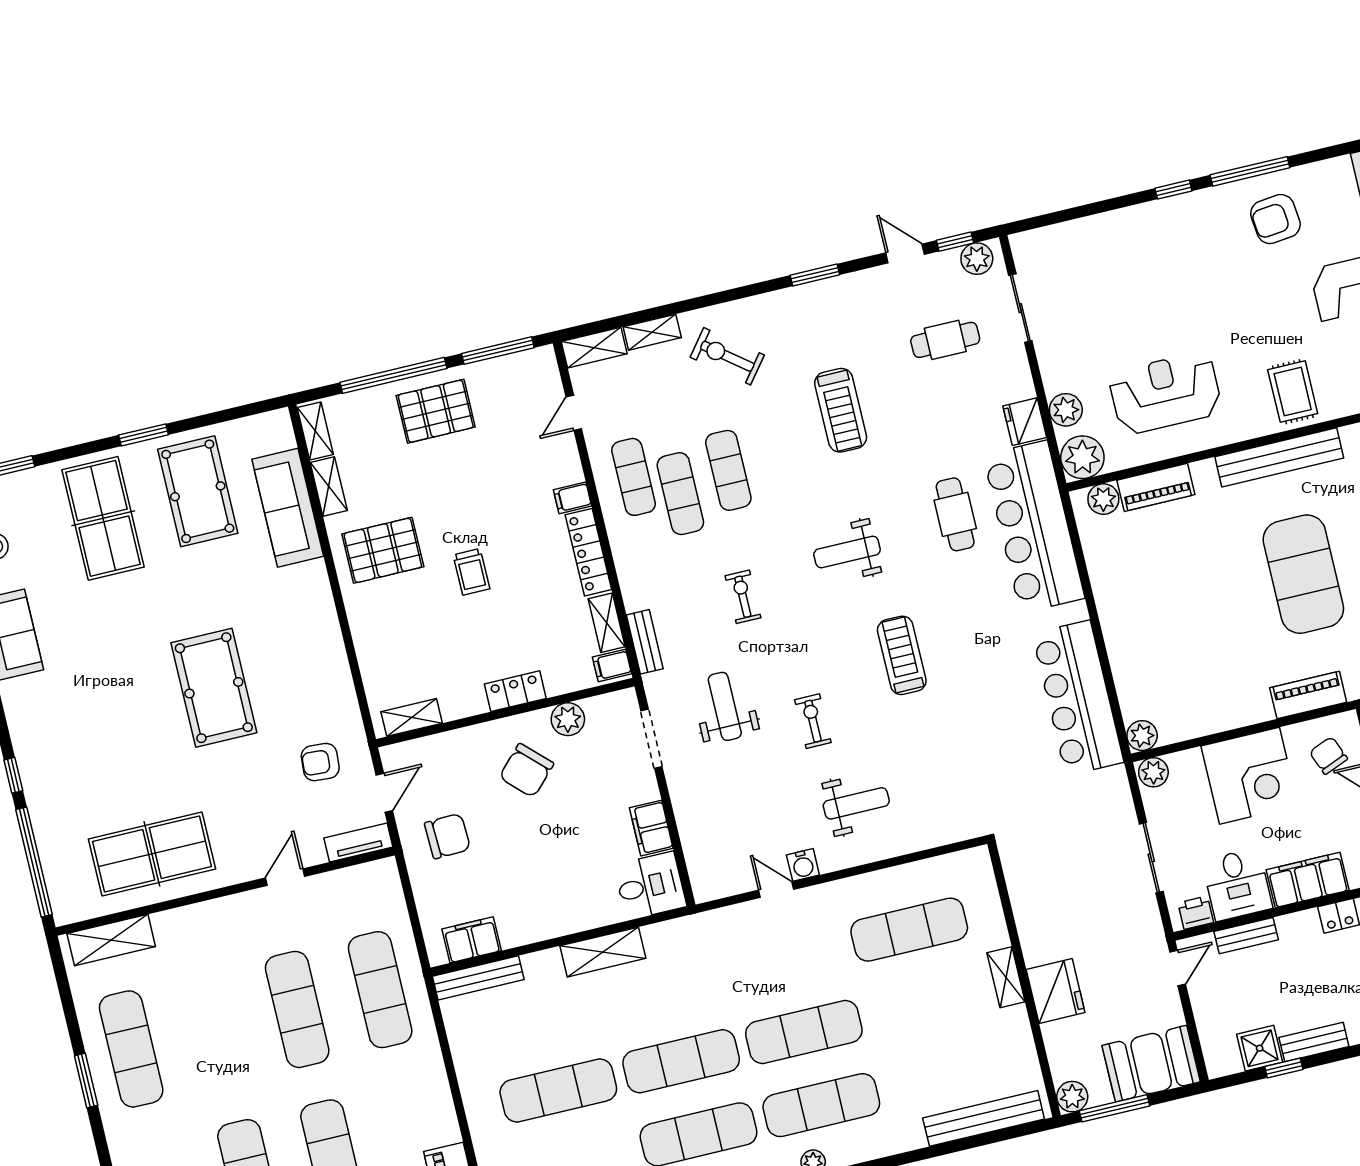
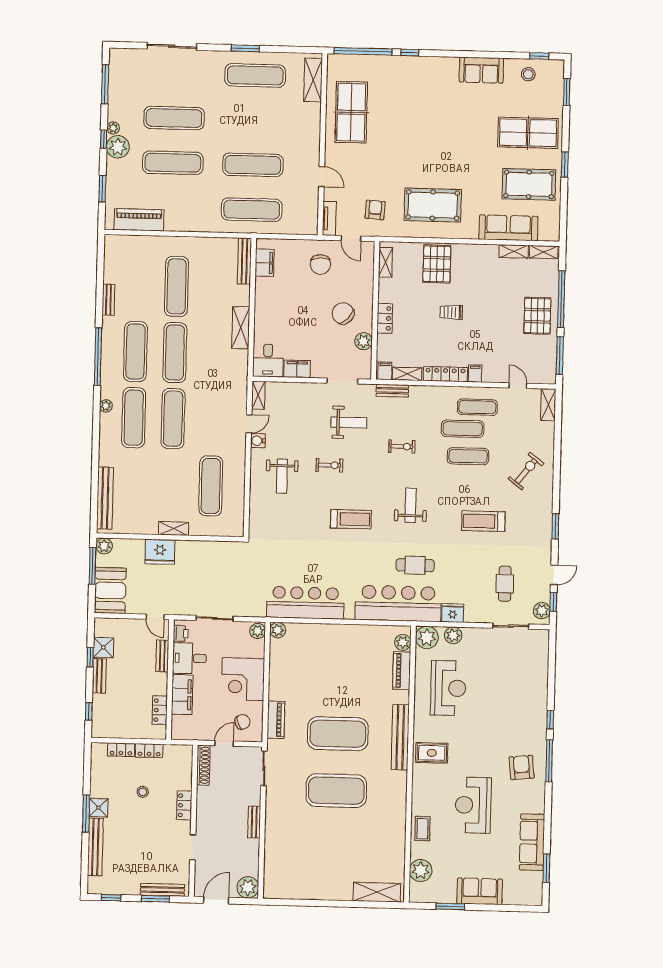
shelving: (652, 332) -> (258, 395), moved
pallet: (383, 550) -> (437, 264), moved
pool table: (214, 688) -> (433, 205), moved

